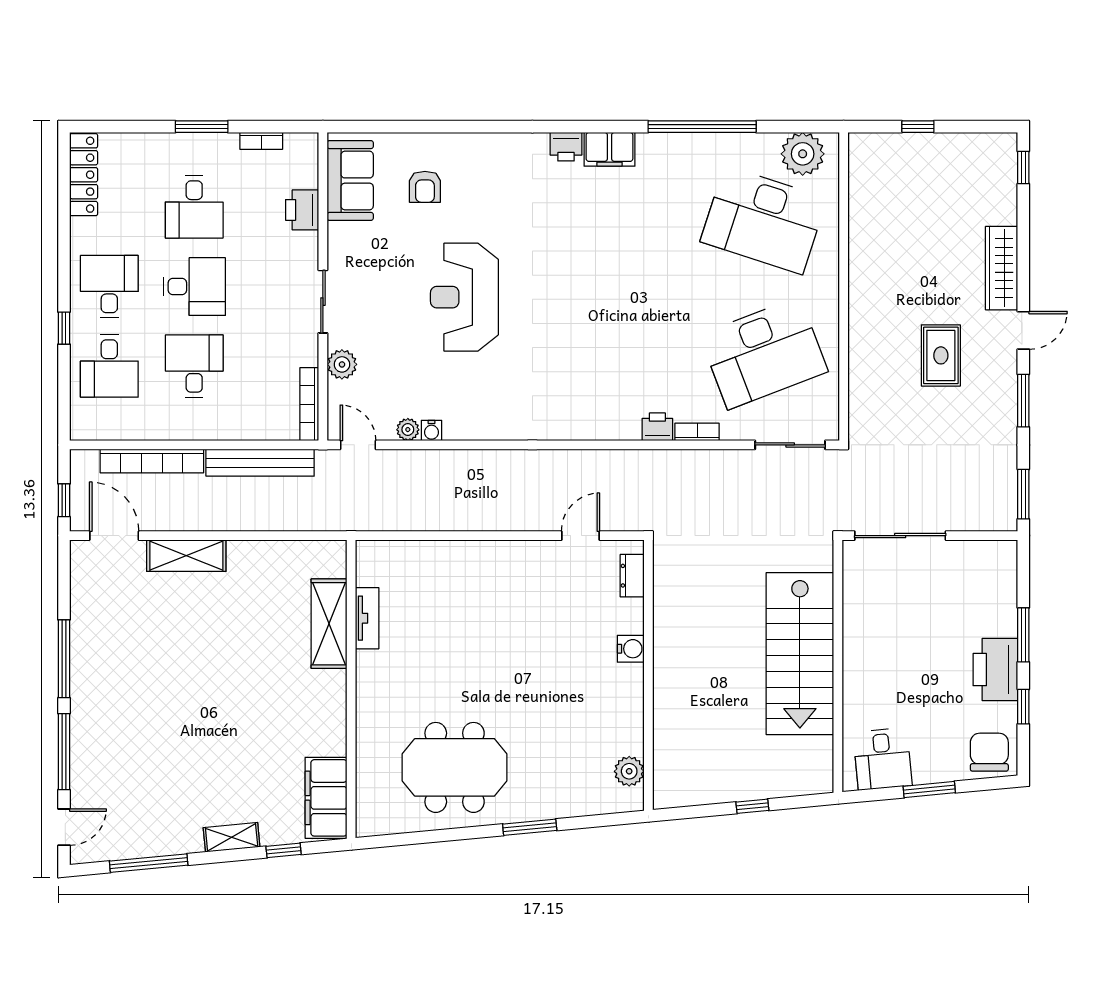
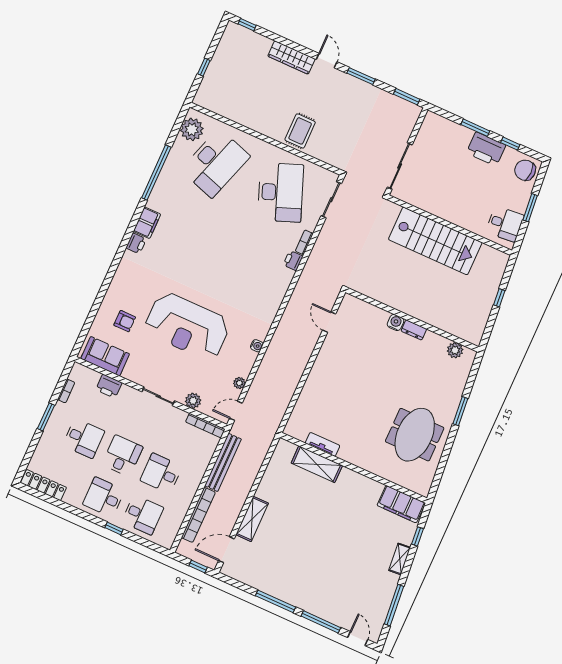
reception desk: (464, 297) -> (187, 326), width x1.36, depth x1.30
rug: (941, 355) -> (300, 131), moved, turned 90
water cooler: (432, 431) -> (257, 346), moved
dresser: (632, 576) -> (414, 330), moved

